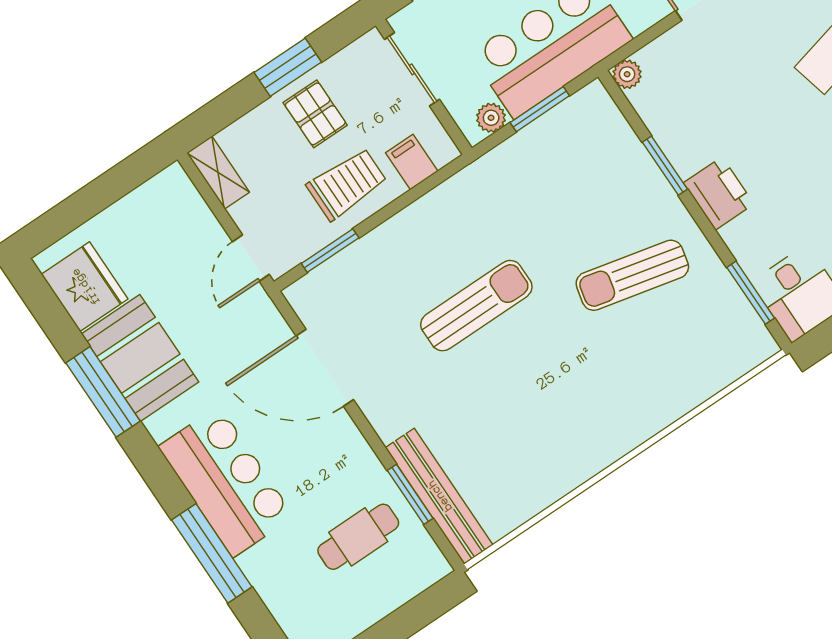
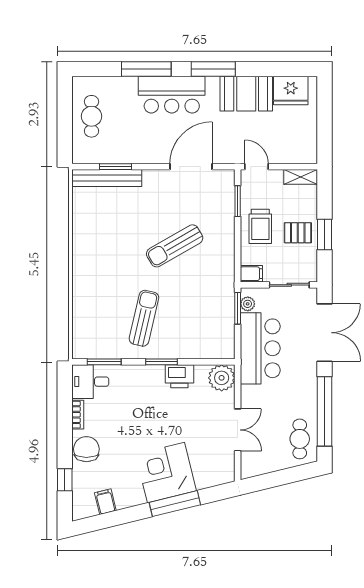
plant: (627, 74) -> (222, 378), width x1.88, depth x1.88
window: (540, 109) -> (238, 308), moved
filing cabinet: (412, 162) -> (251, 274), moved
window: (665, 166) -> (162, 362), moved
printer: (719, 193) -> (179, 376), moved
sun lounger: (476, 306) -> (175, 246), turned 60
window: (103, 392) -> (213, 69), moved
cafe table: (358, 537) -> (91, 116), moved

